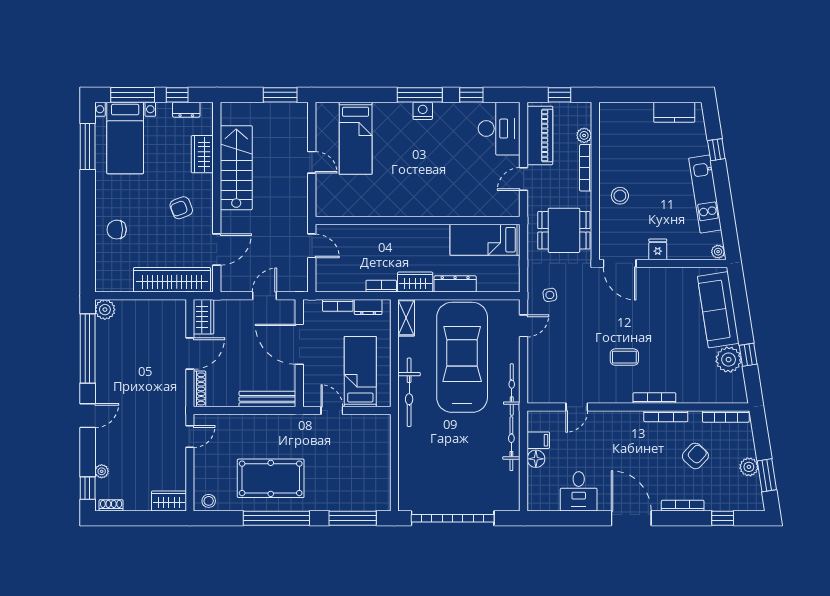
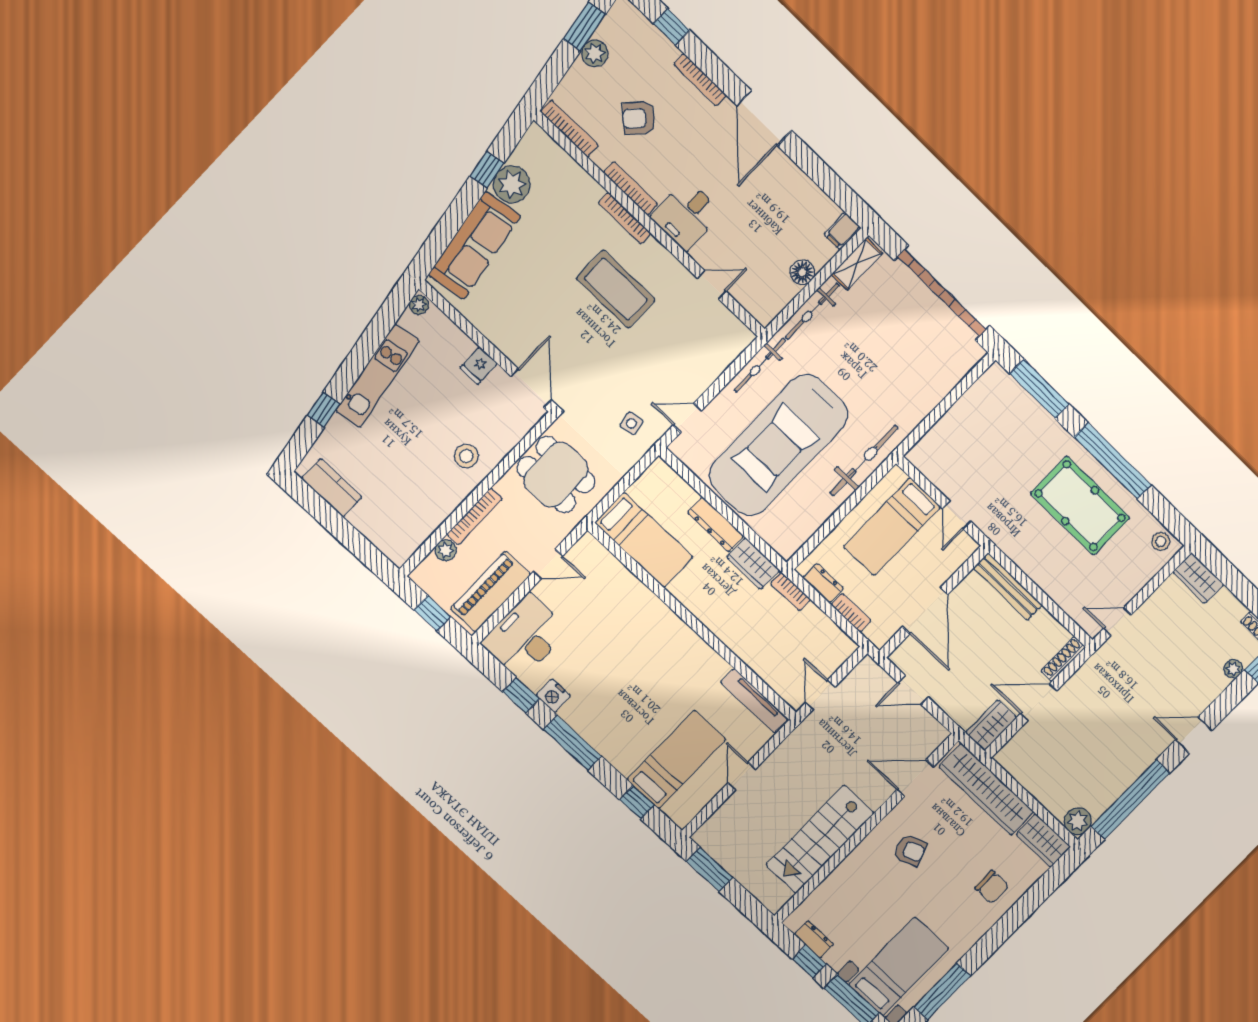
window: (355, 95) -> (637, 802), added
nightstand: (423, 111) -> (553, 696), moved
wardrobe: (202, 154) -> (1043, 840), moved, turned 90
tv unit: (344, 209) -> (754, 701), added
shelving: (406, 318) -> (857, 264), moved
coffee table: (624, 357) -> (616, 289), width x1.86, depth x1.72
filing cabinet: (538, 440) -> (843, 231), moved, turned -90
desk: (579, 491) -> (686, 215), moved, turned 180

